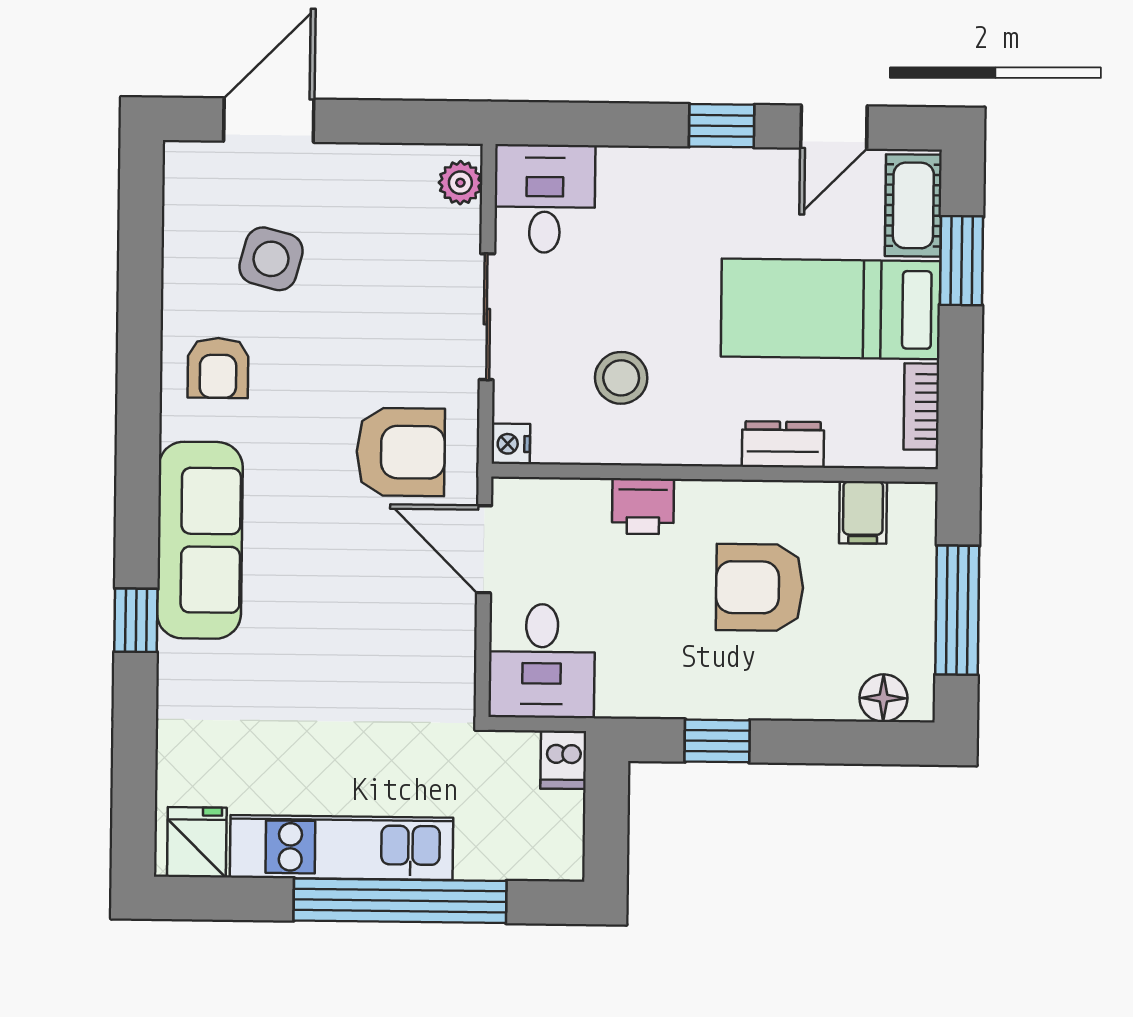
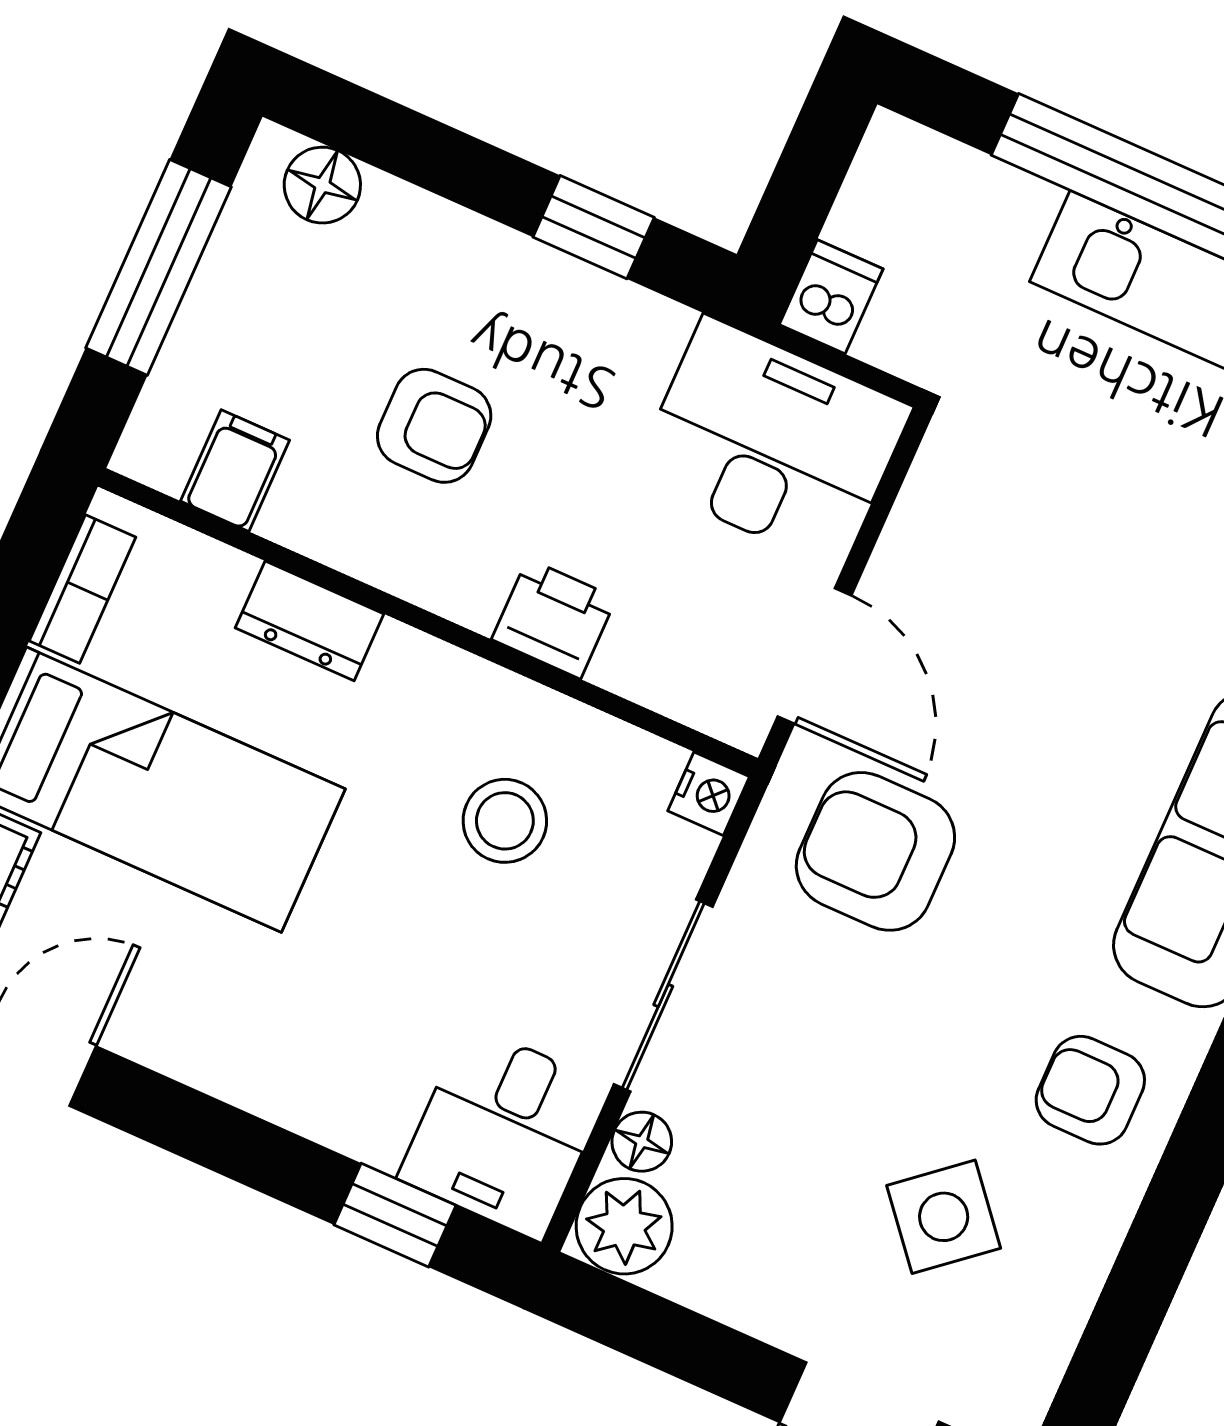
window: (722, 126) -> (395, 1215), moved
plant: (460, 183) -> (624, 1226), width x1.38, depth x1.38
floor lamp: (463, 227) -> (642, 1142), added
side table: (271, 259) -> (944, 1217), turned 35
armchair: (218, 368) -> (1090, 1090), turned -90
armchair: (760, 587) -> (434, 426), width x0.72, depth x0.72
desk: (542, 661) -> (772, 443), width x1.37

